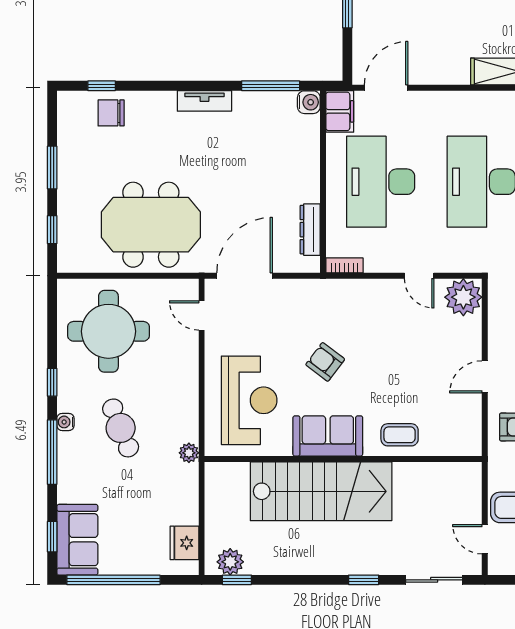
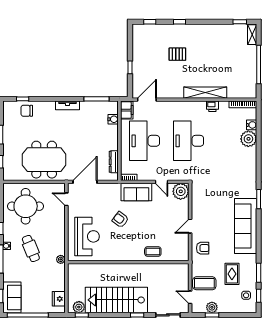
water cooler: (309, 102) -> (113, 119), moved
sofa: (328, 436) -> (136, 192), moved, turned 180
stairs: (321, 491) -> (116, 300), moved, turned 180

